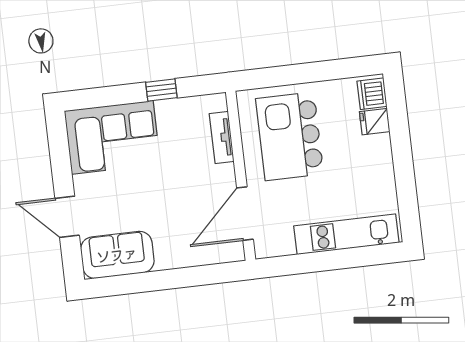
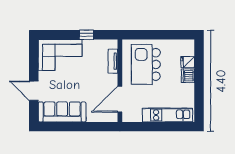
dishwasher: (372, 94) -> (188, 76), moved
sofa: (117, 255) -> (62, 112), width x1.36

